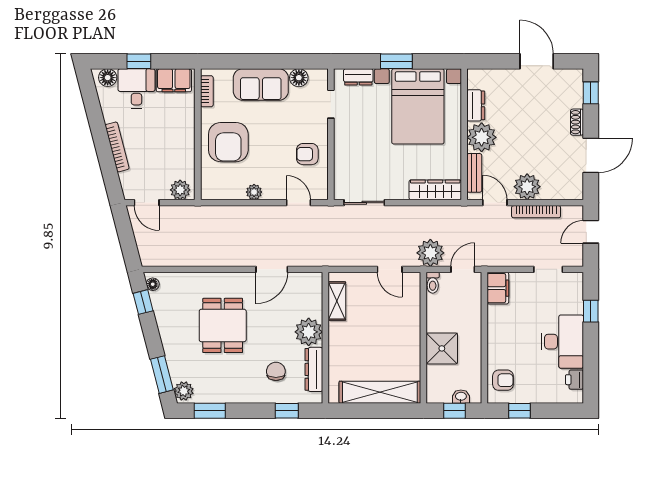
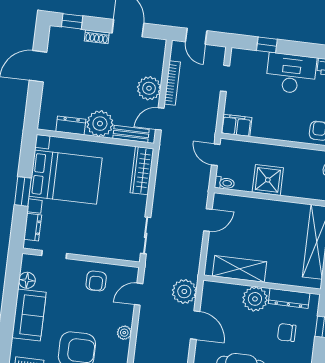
plant: (430, 253) -> (184, 291), moved
shelving: (337, 301) -> (239, 269), width x1.50, depth x1.33
shower: (442, 348) -> (268, 180), moved

